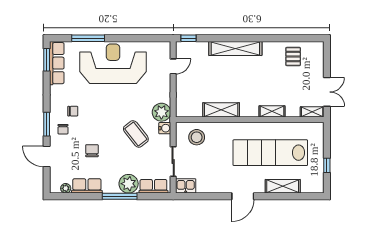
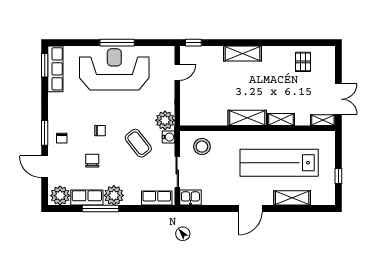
window: (88, 38) -> (117, 43), moved
shelving: (235, 48) -> (243, 53), width x0.68
shelving: (221, 110) -> (247, 118), moved
chair: (73, 111) -> (100, 131), moved
plant: (129, 184) -> (114, 195), moved
plant: (66, 188) -> (60, 196), width x1.88, depth x1.88
window: (120, 196) -> (101, 209), moved

